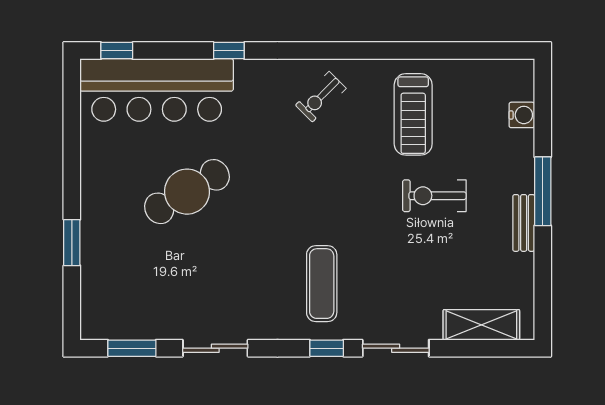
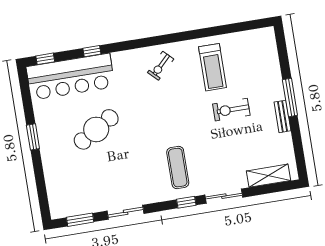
window: (229, 51) -> (92, 51), moved
water cooler: (522, 115) -> (272, 58), removed
window: (72, 243) -> (33, 137), moved

